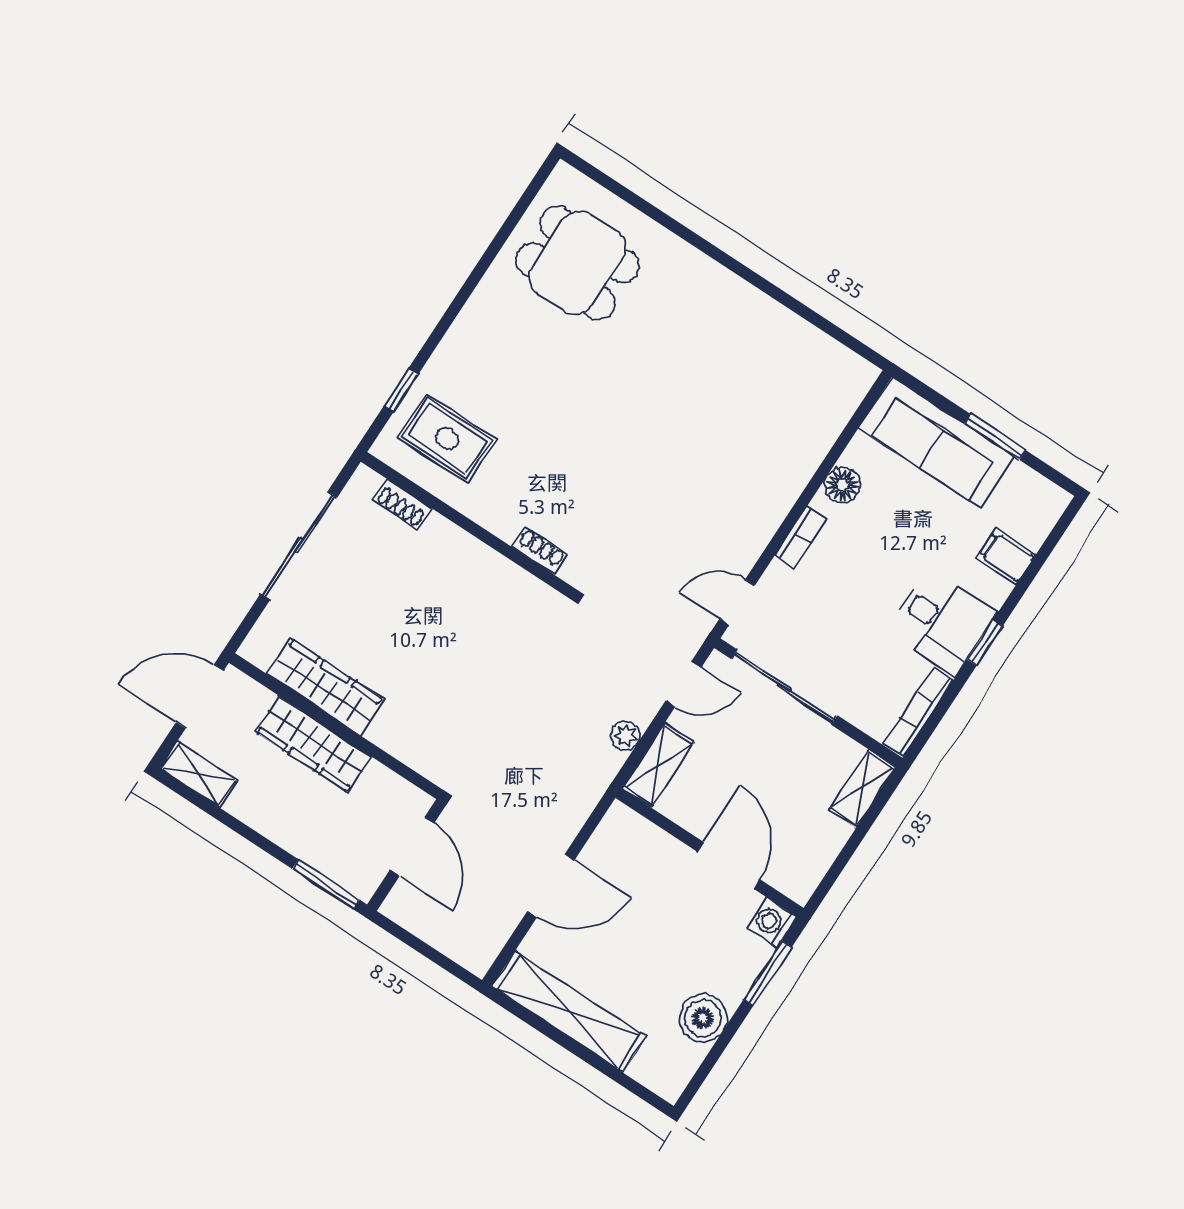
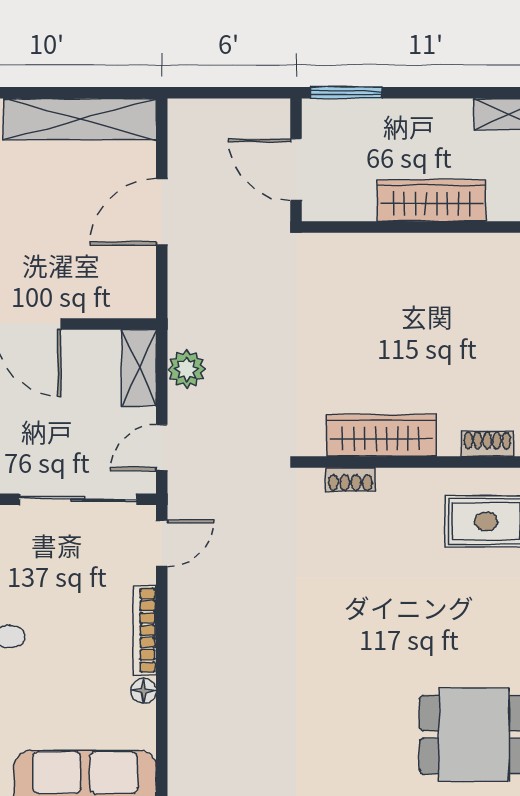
floor lamp: (842, 485) -> (144, 691), width x0.73, depth x0.73
bookcase: (801, 537) -> (145, 630), width x1.56
wardrobe: (325, 687) -> (381, 435), moved, turned 180
plant: (625, 736) -> (187, 369), width x1.38, depth x1.38

